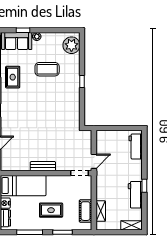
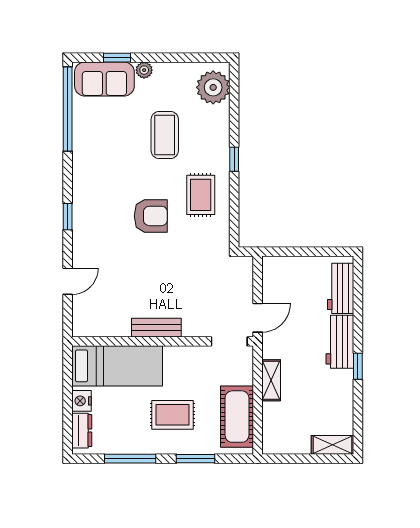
coffee table: (47, 69) -> (165, 135), turned 90
rug: (13, 77) -> (201, 195), moved
armchair: (40, 110) -> (151, 216), added
workbench: (135, 195) -> (340, 342), moved
cot: (86, 211) -> (237, 417), width x1.37, depth x1.34
shelving: (101, 211) -> (271, 380), moved

